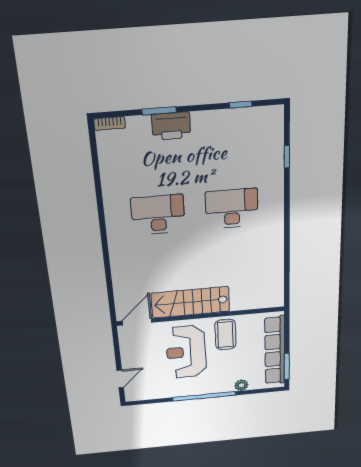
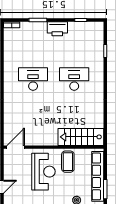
printer: (171, 126) -> (57, 29), moved
stairs: (190, 302) -> (81, 137), moved
reception desk: (186, 352) -> (43, 172), turned 180

